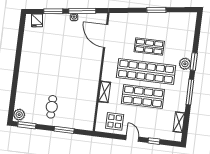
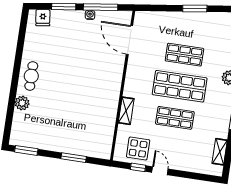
shop shelf: (146, 72) -> (180, 86), width x0.71
shop shelf: (143, 96) -> (175, 118), width x0.70, depth x0.74
cafe table: (52, 107) -> (31, 76), moved
plant: (19, 115) -> (22, 103), moved
window: (154, 141) -> (138, 167), moved

